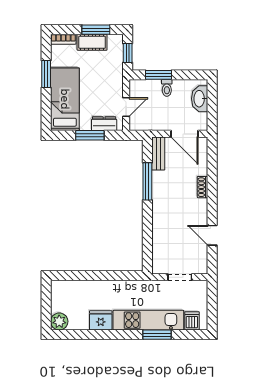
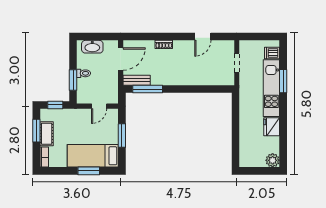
window: (46, 74) -> (89, 171), moved
door: (126, 107) -> (99, 106), swing flipped
dresser: (104, 124) -> (113, 124), removed
window: (147, 181) -> (148, 89), moved

